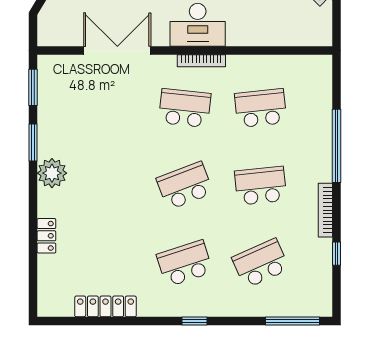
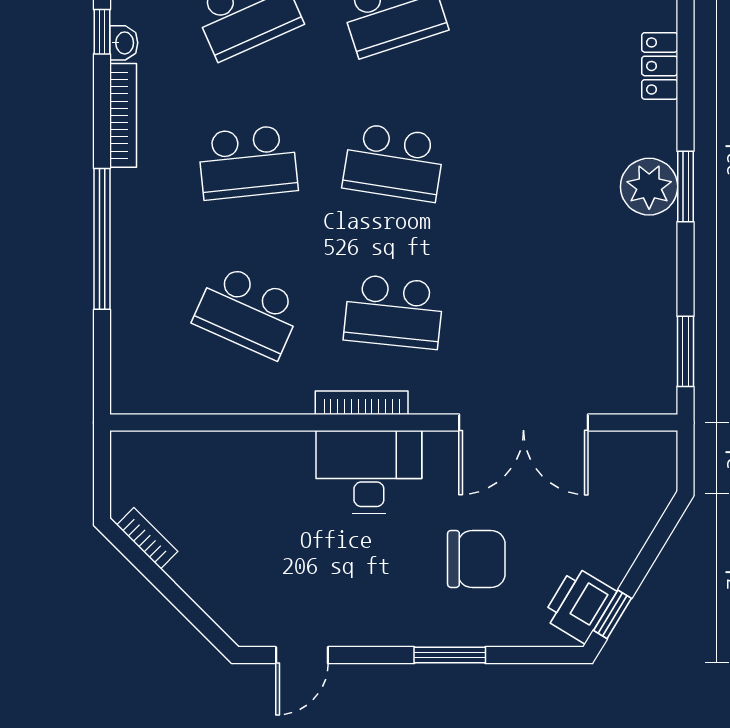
school desk: (261, 108) -> (248, 312), turned 30
window: (33, 142) -> (685, 186), moved
school desk: (185, 186) -> (394, 162), turned 30
washbasin: (325, 248) -> (124, 43), added

